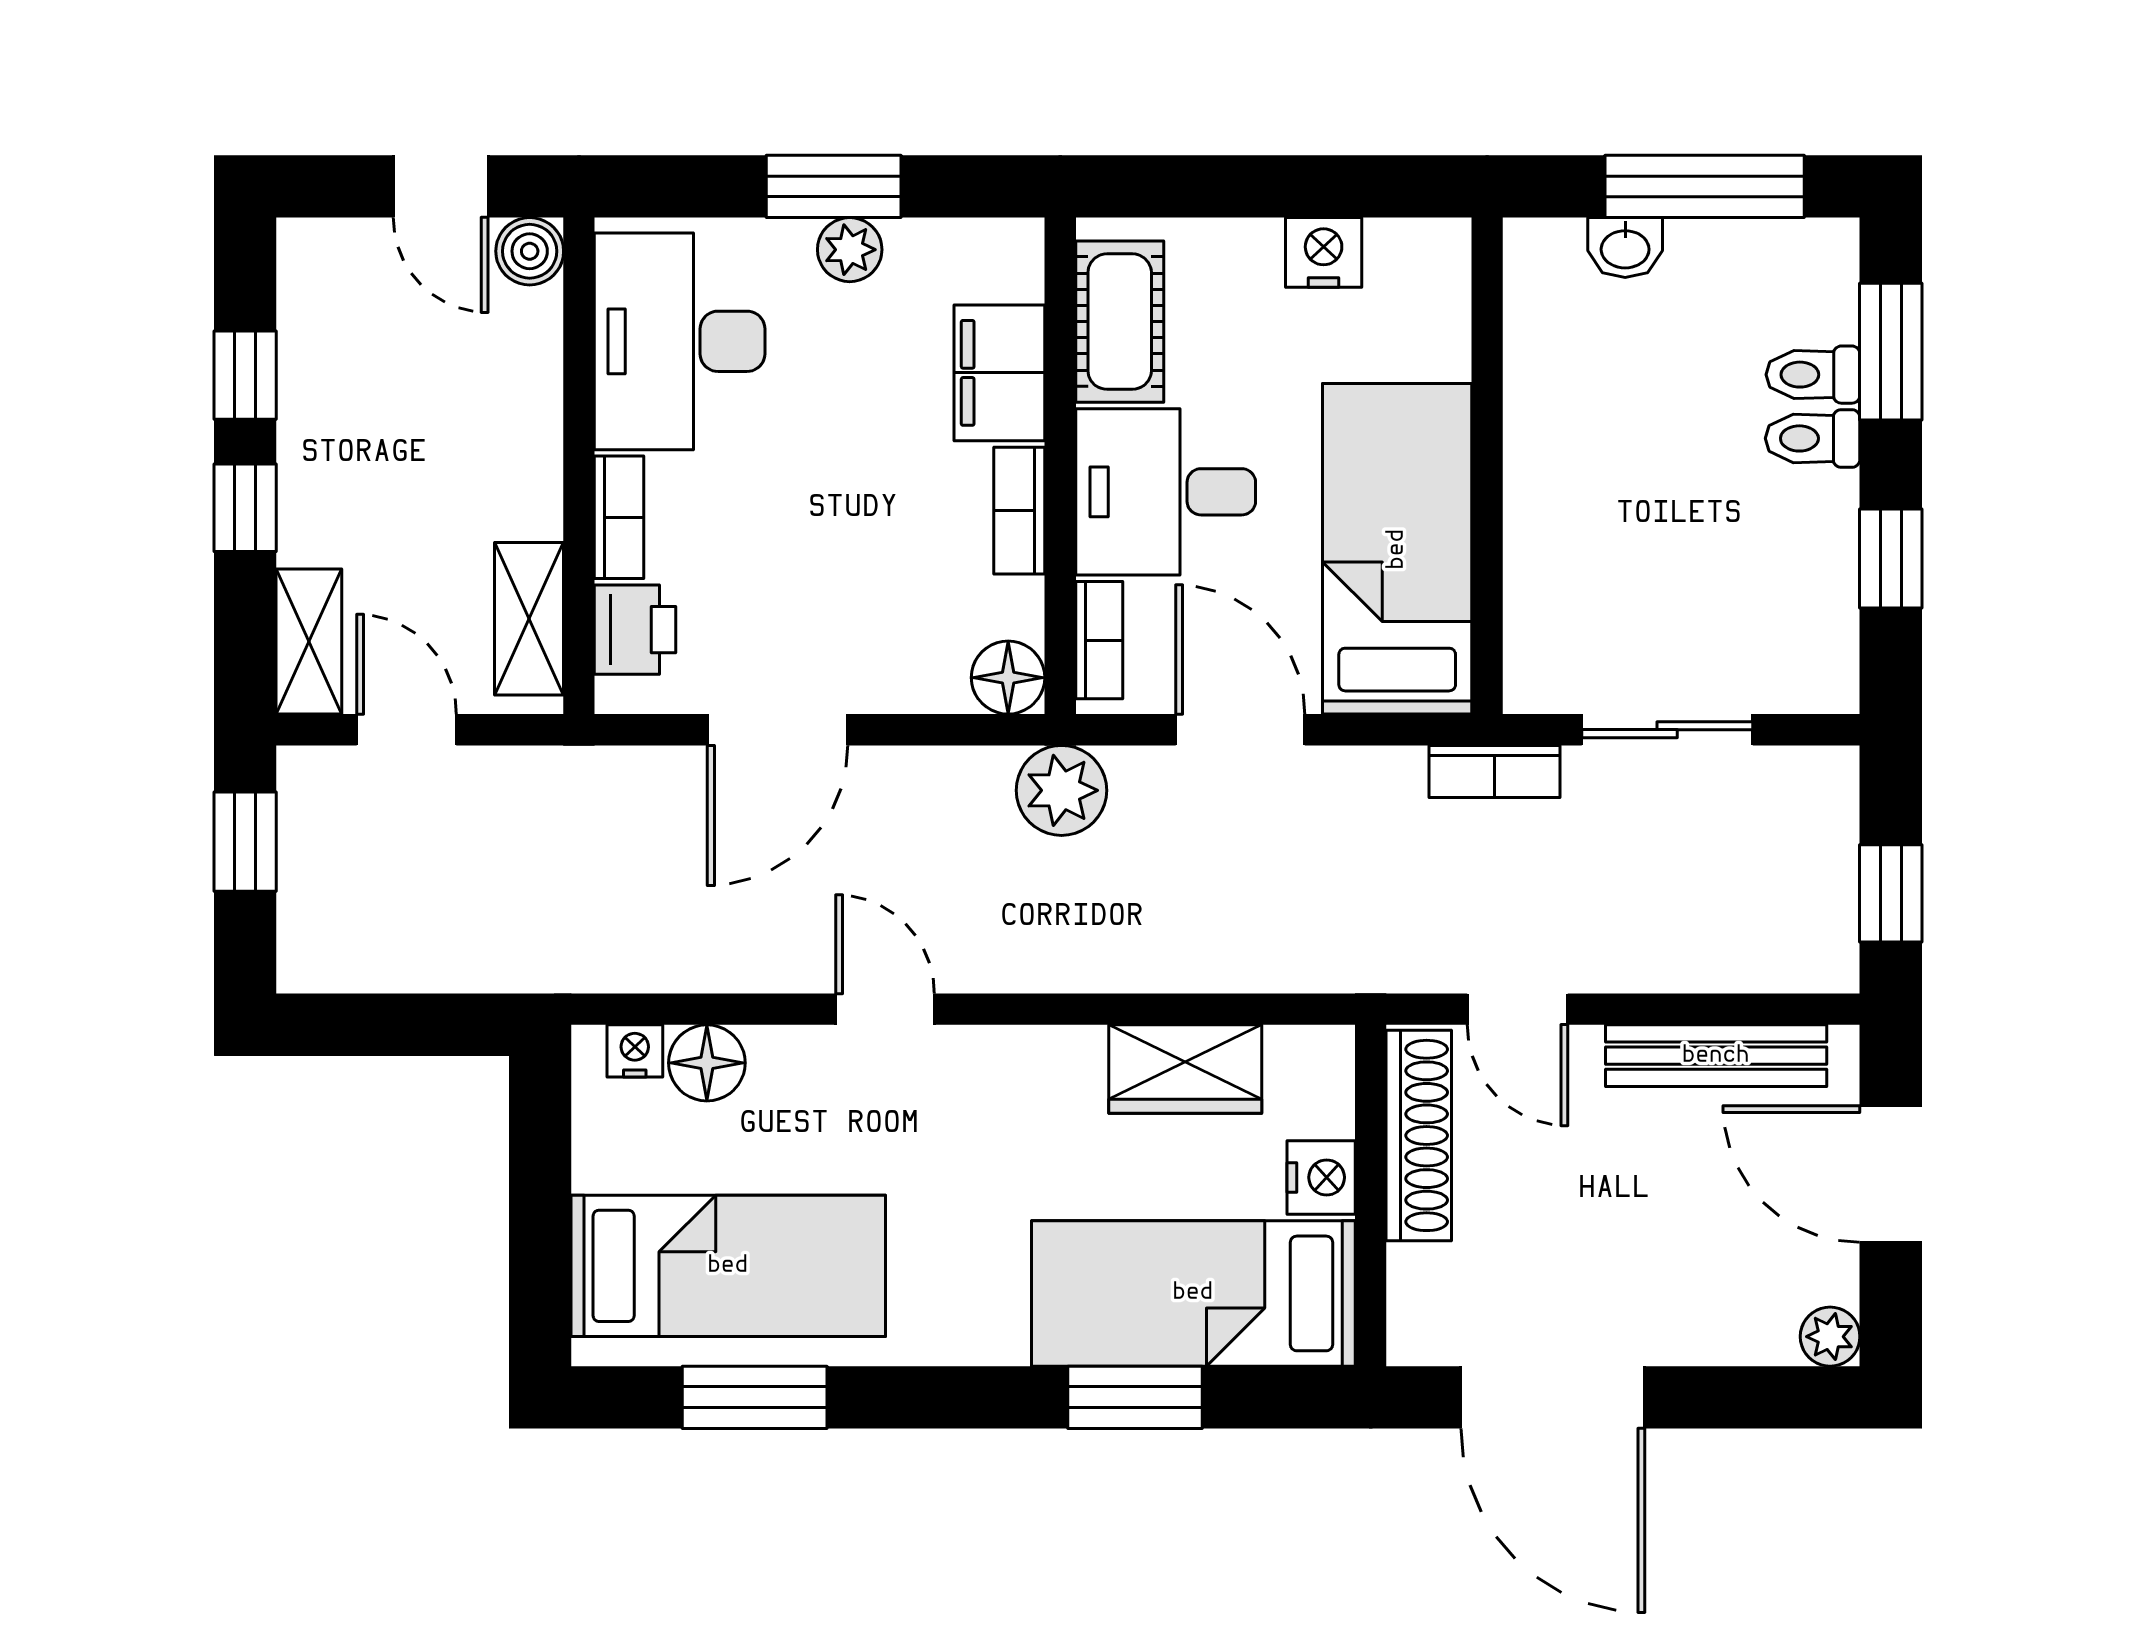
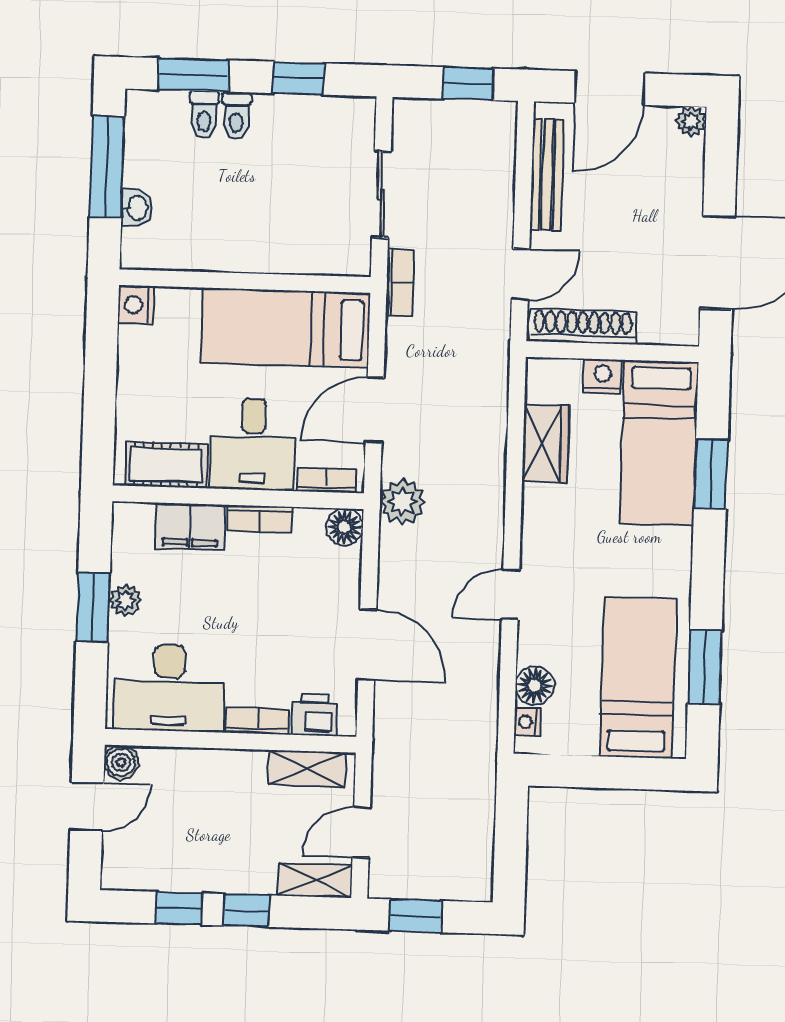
nightstand: (1324, 252) -> (136, 305), moved

